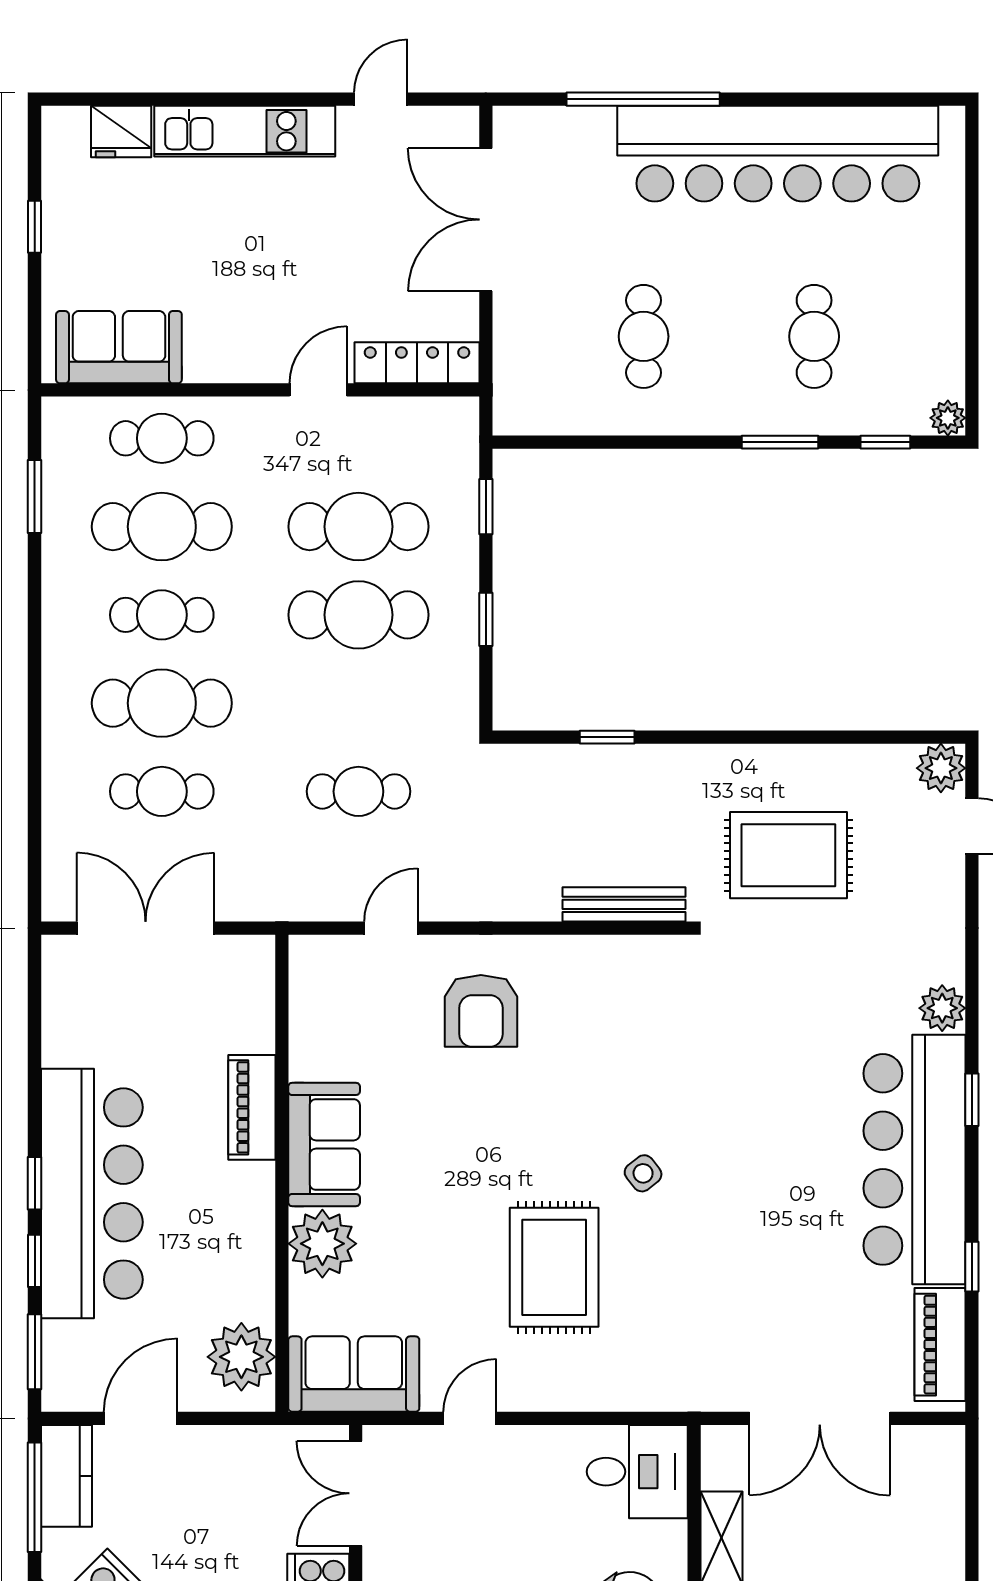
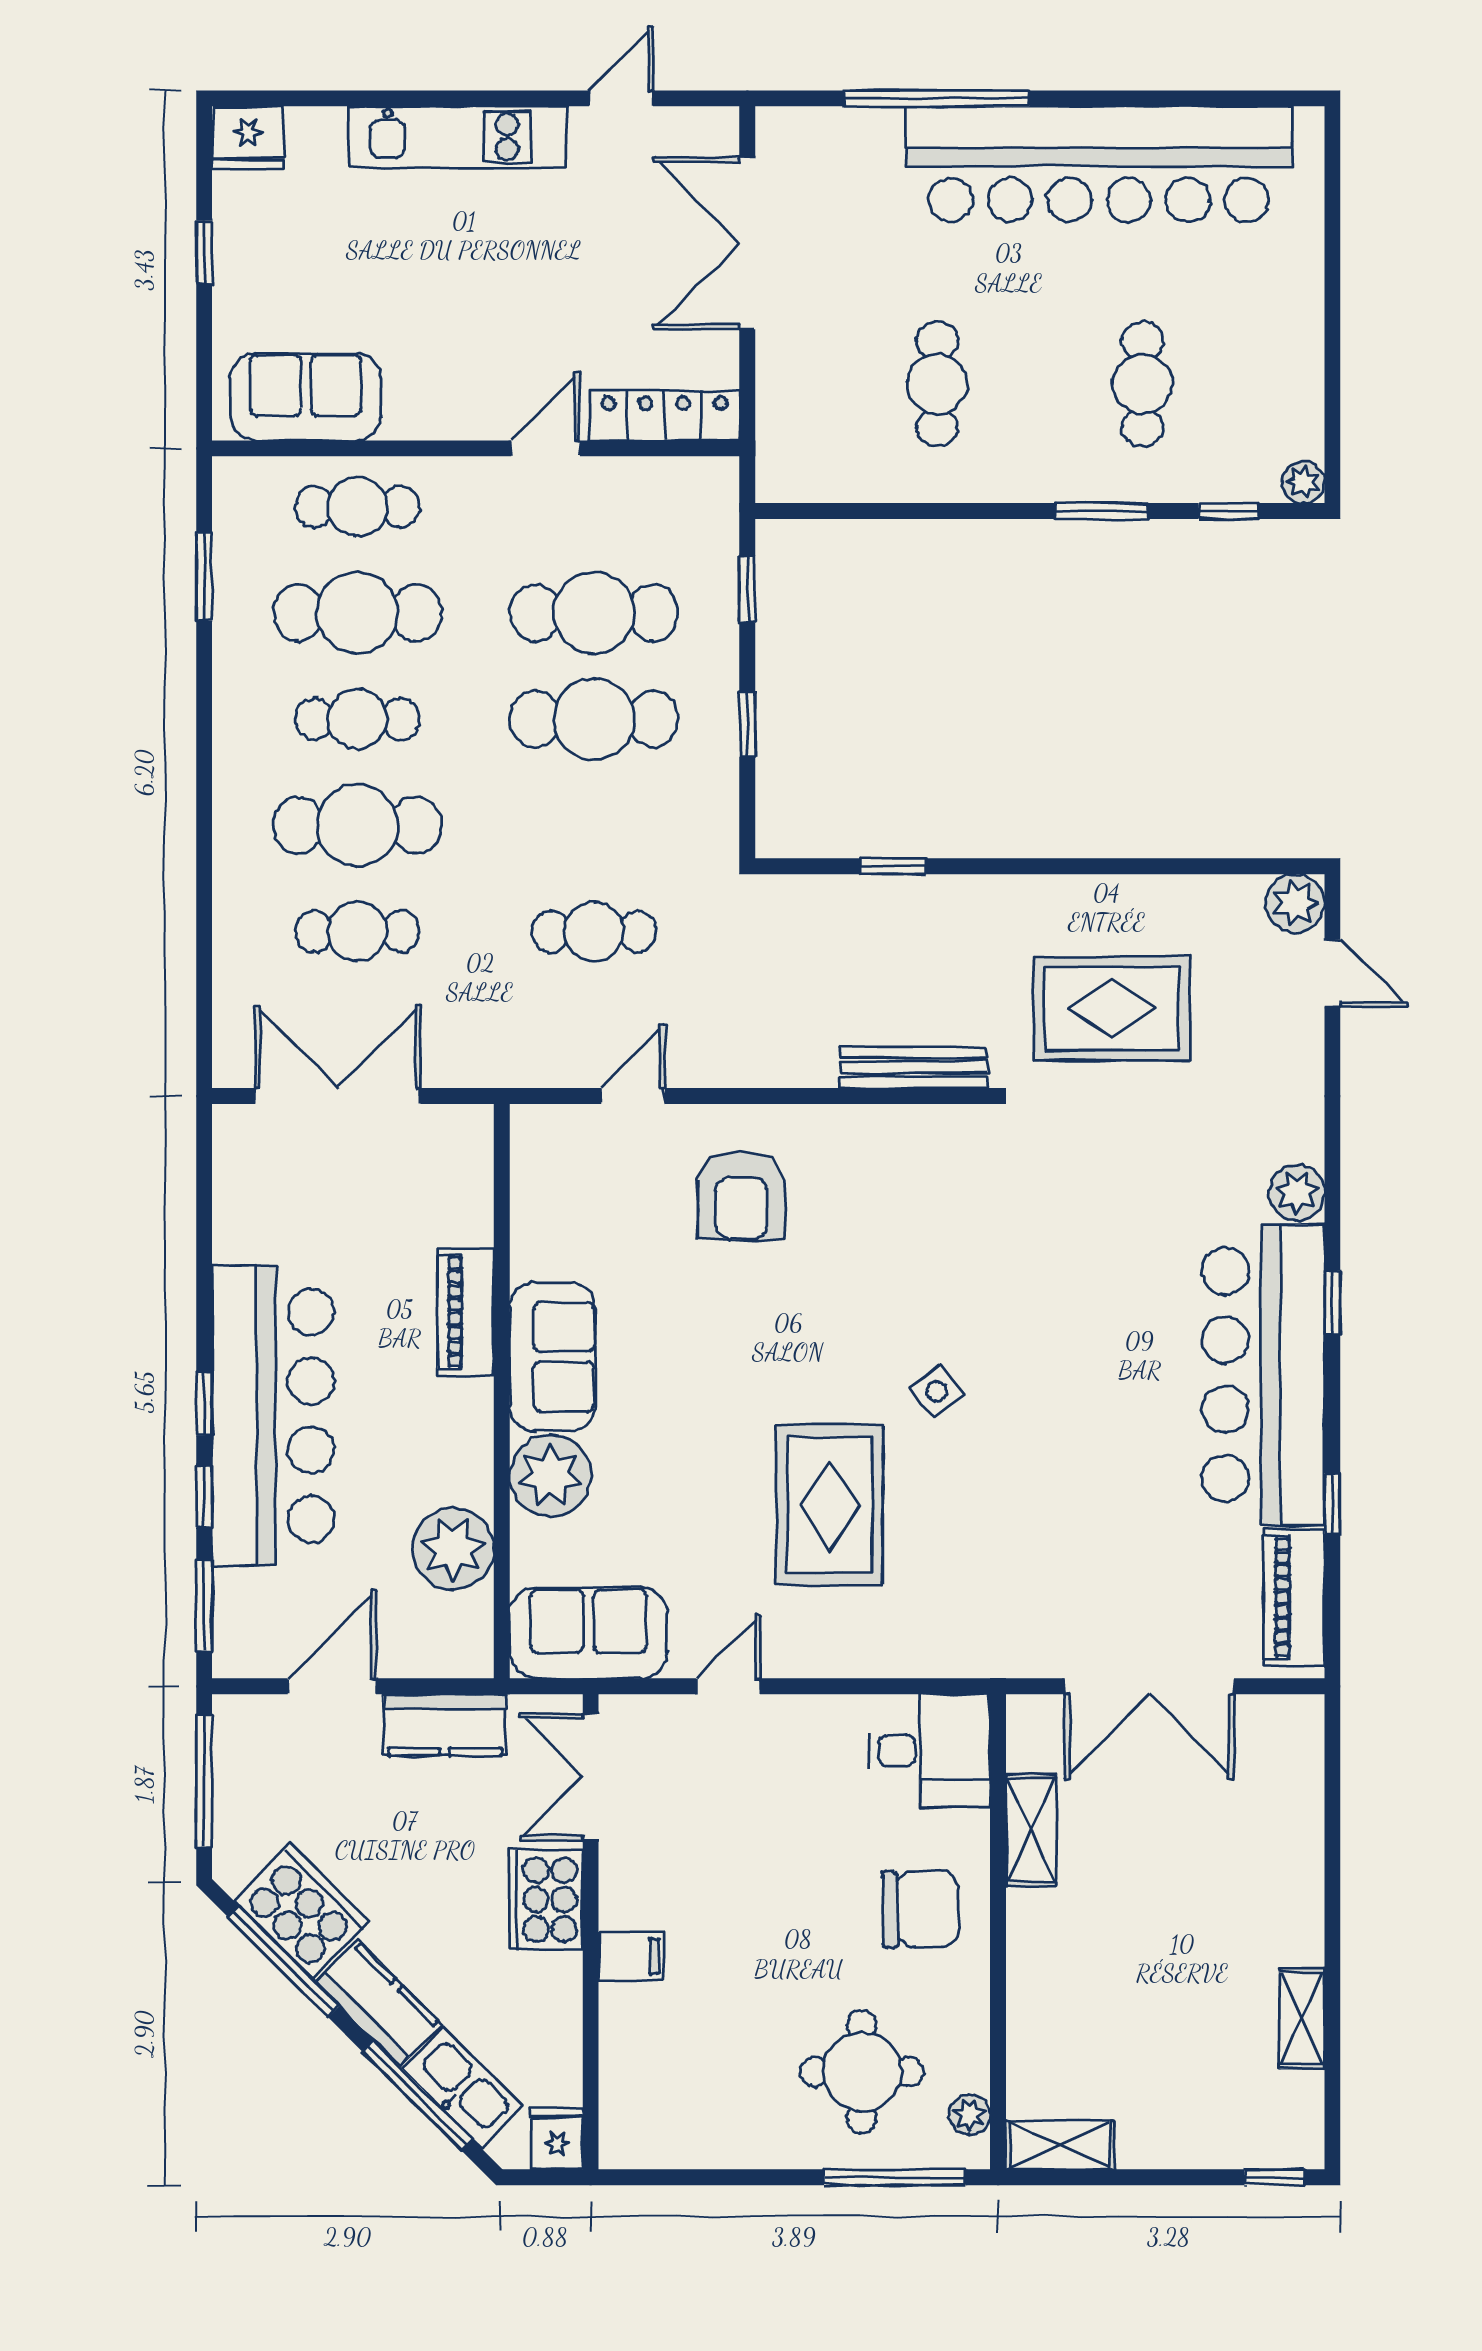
fridge: (121, 131) -> (248, 137), moved
plant: (241, 1357) -> (453, 1549), moved
kitchen counter: (66, 1476) -> (445, 1725), moved, turned 90

